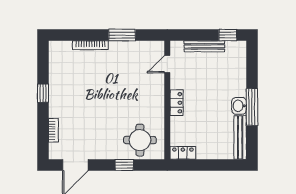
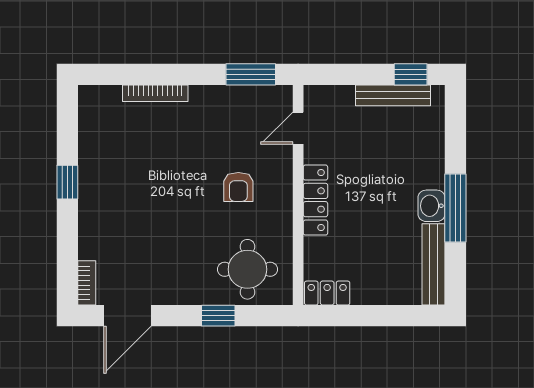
window: (122, 35) -> (251, 74), moved
bench: (204, 46) -> (393, 95), moved
armchair: (135, 96) -> (238, 187), added
locker: (177, 103) -> (315, 200), width x1.53
bookcase: (53, 130) -> (87, 283), moved

